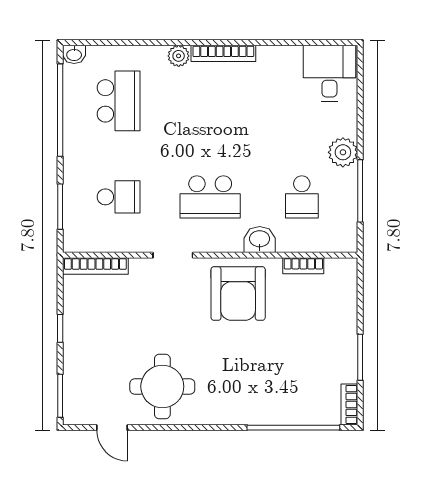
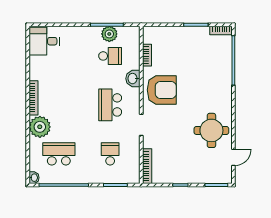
plant: (179, 56) -> (40, 127), width x1.87, depth x1.87
plant: (343, 152) -> (109, 34), moved
school desk: (210, 197) -> (110, 105), turned 180

